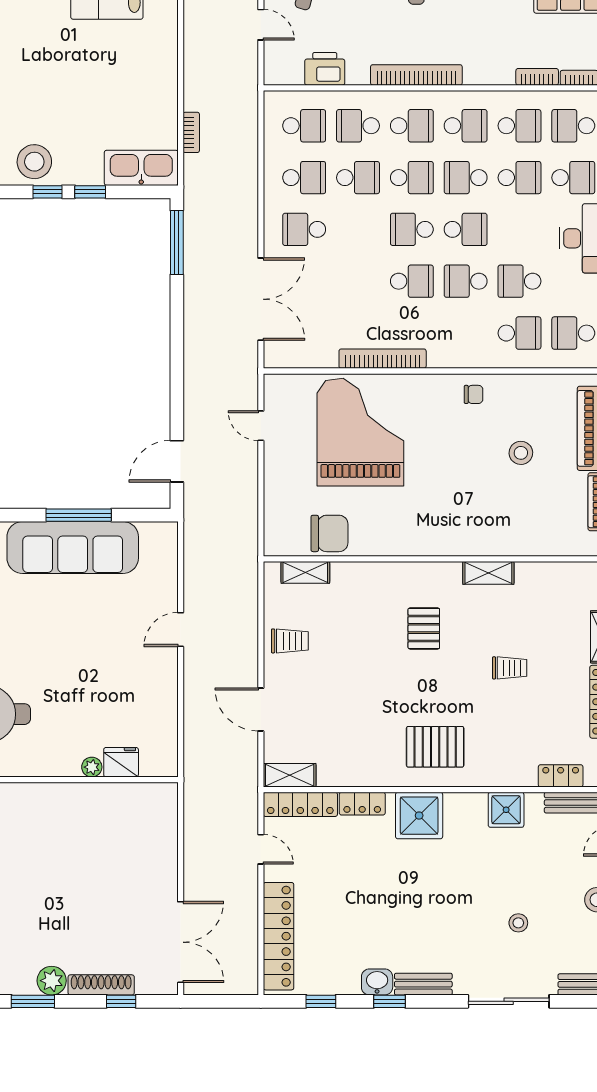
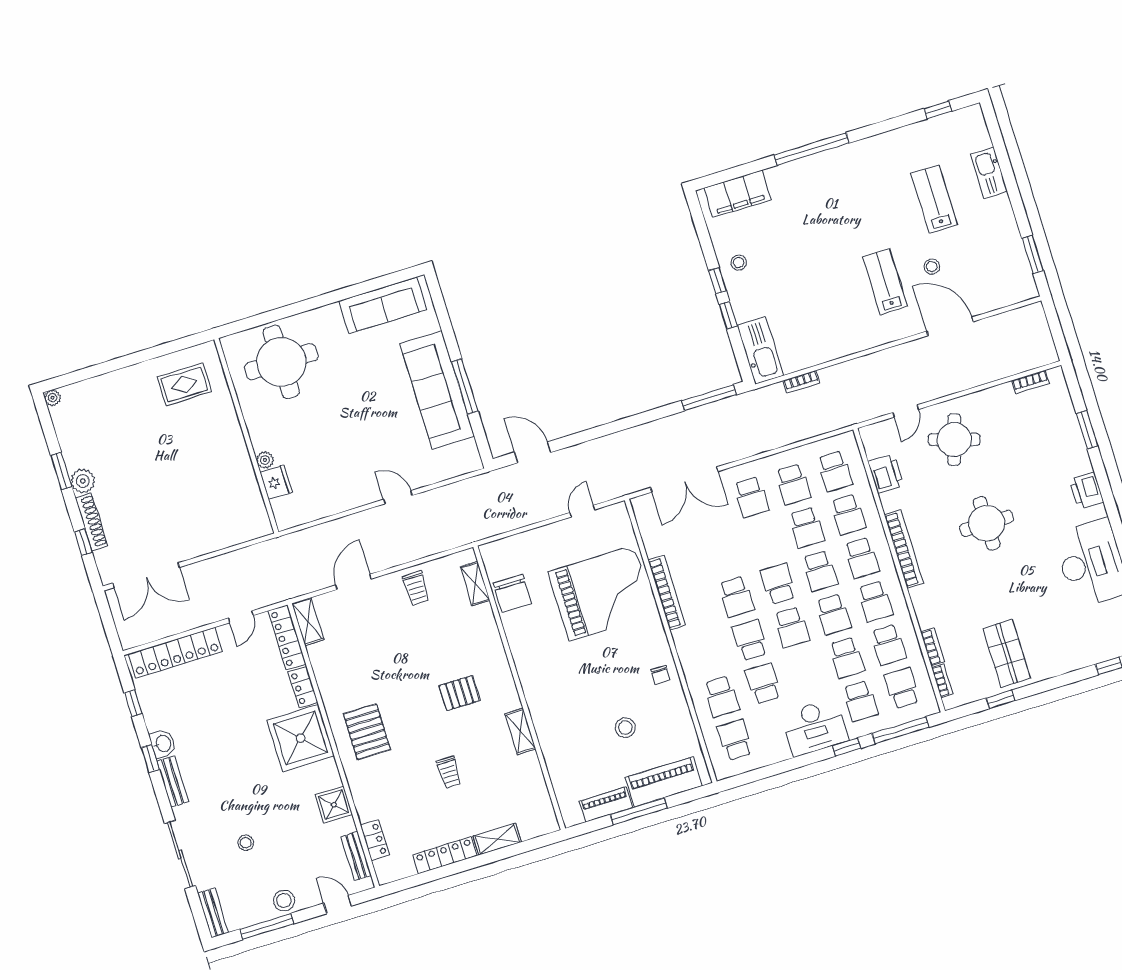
school desk: (358, 126) -> (848, 515), turned 180
stool: (34, 162) -> (739, 263), width x0.53, depth x0.53
school desk: (466, 178) -> (833, 614), turned 180
school desk: (304, 229) -> (751, 497), turned 180
shower: (419, 816) -> (301, 738), width x1.37, depth x1.37

